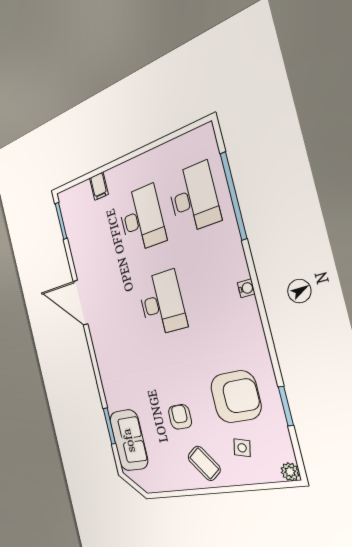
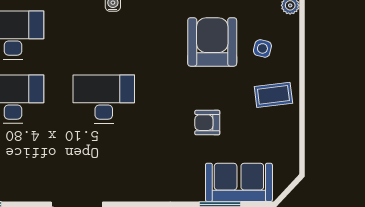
armchair: (180, 417) -> (207, 123), moved
coffee table: (204, 463) -> (273, 95), turned 30

